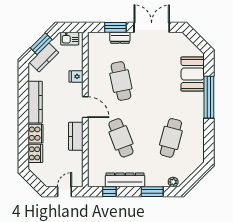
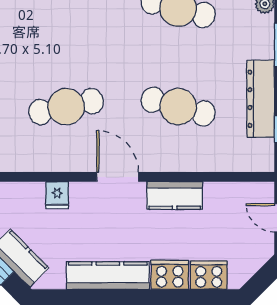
door: (85, 107) -> (118, 177), hinge flipped
cafe table: (121, 138) -> (178, 107), turned 36

